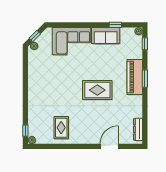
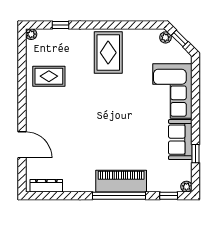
window: (145, 79) -> (119, 196), width x2.11
rug: (97, 90) -> (108, 53), moved
window: (25, 131) -> (61, 25), moved

